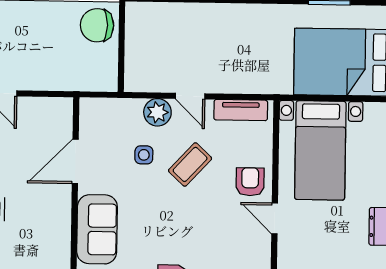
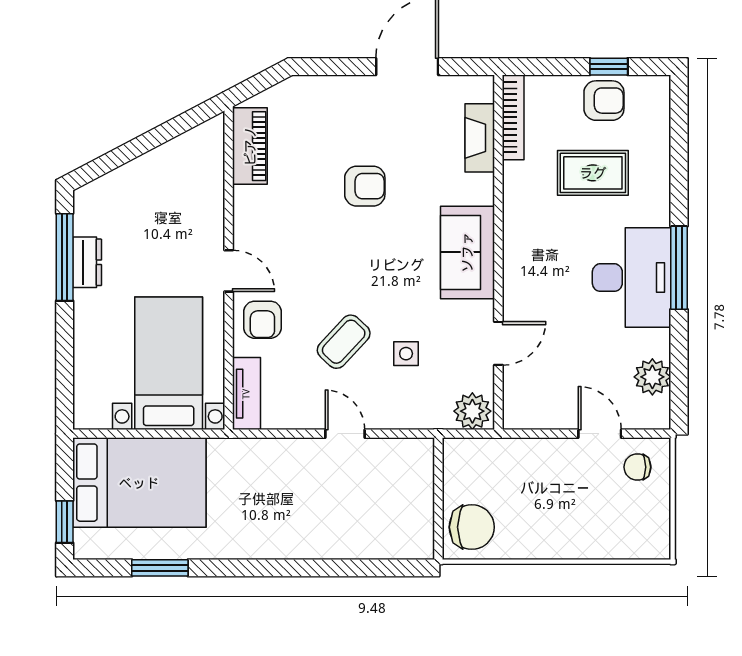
tv unit: (241, 110) -> (246, 394), moved, turned 90
plant: (157, 112) -> (472, 411), moved
door: (75, 161) -> (498, 343), width x0.73

